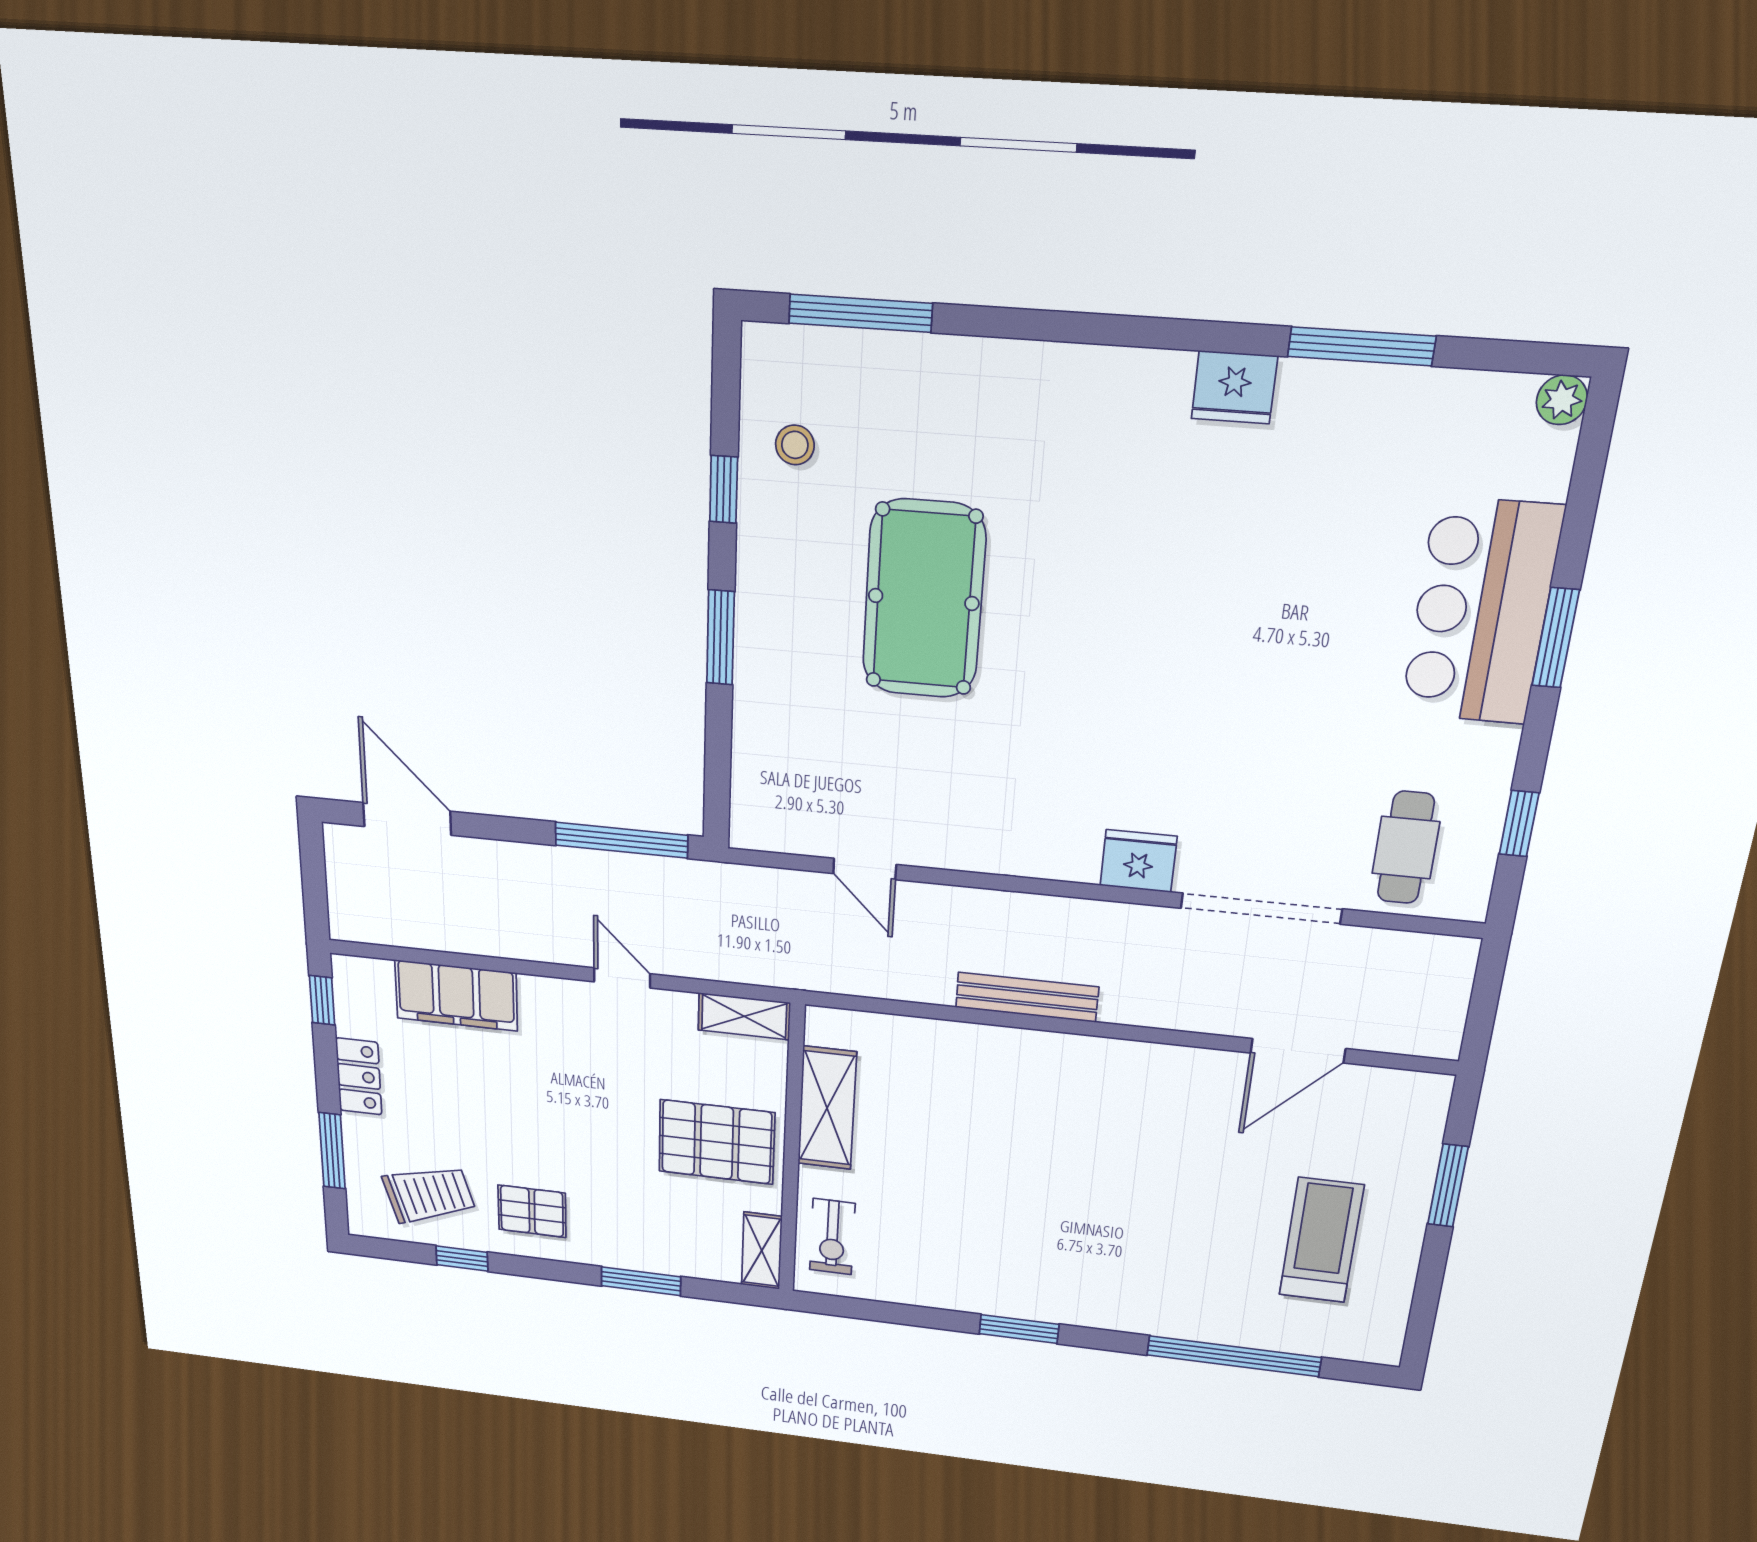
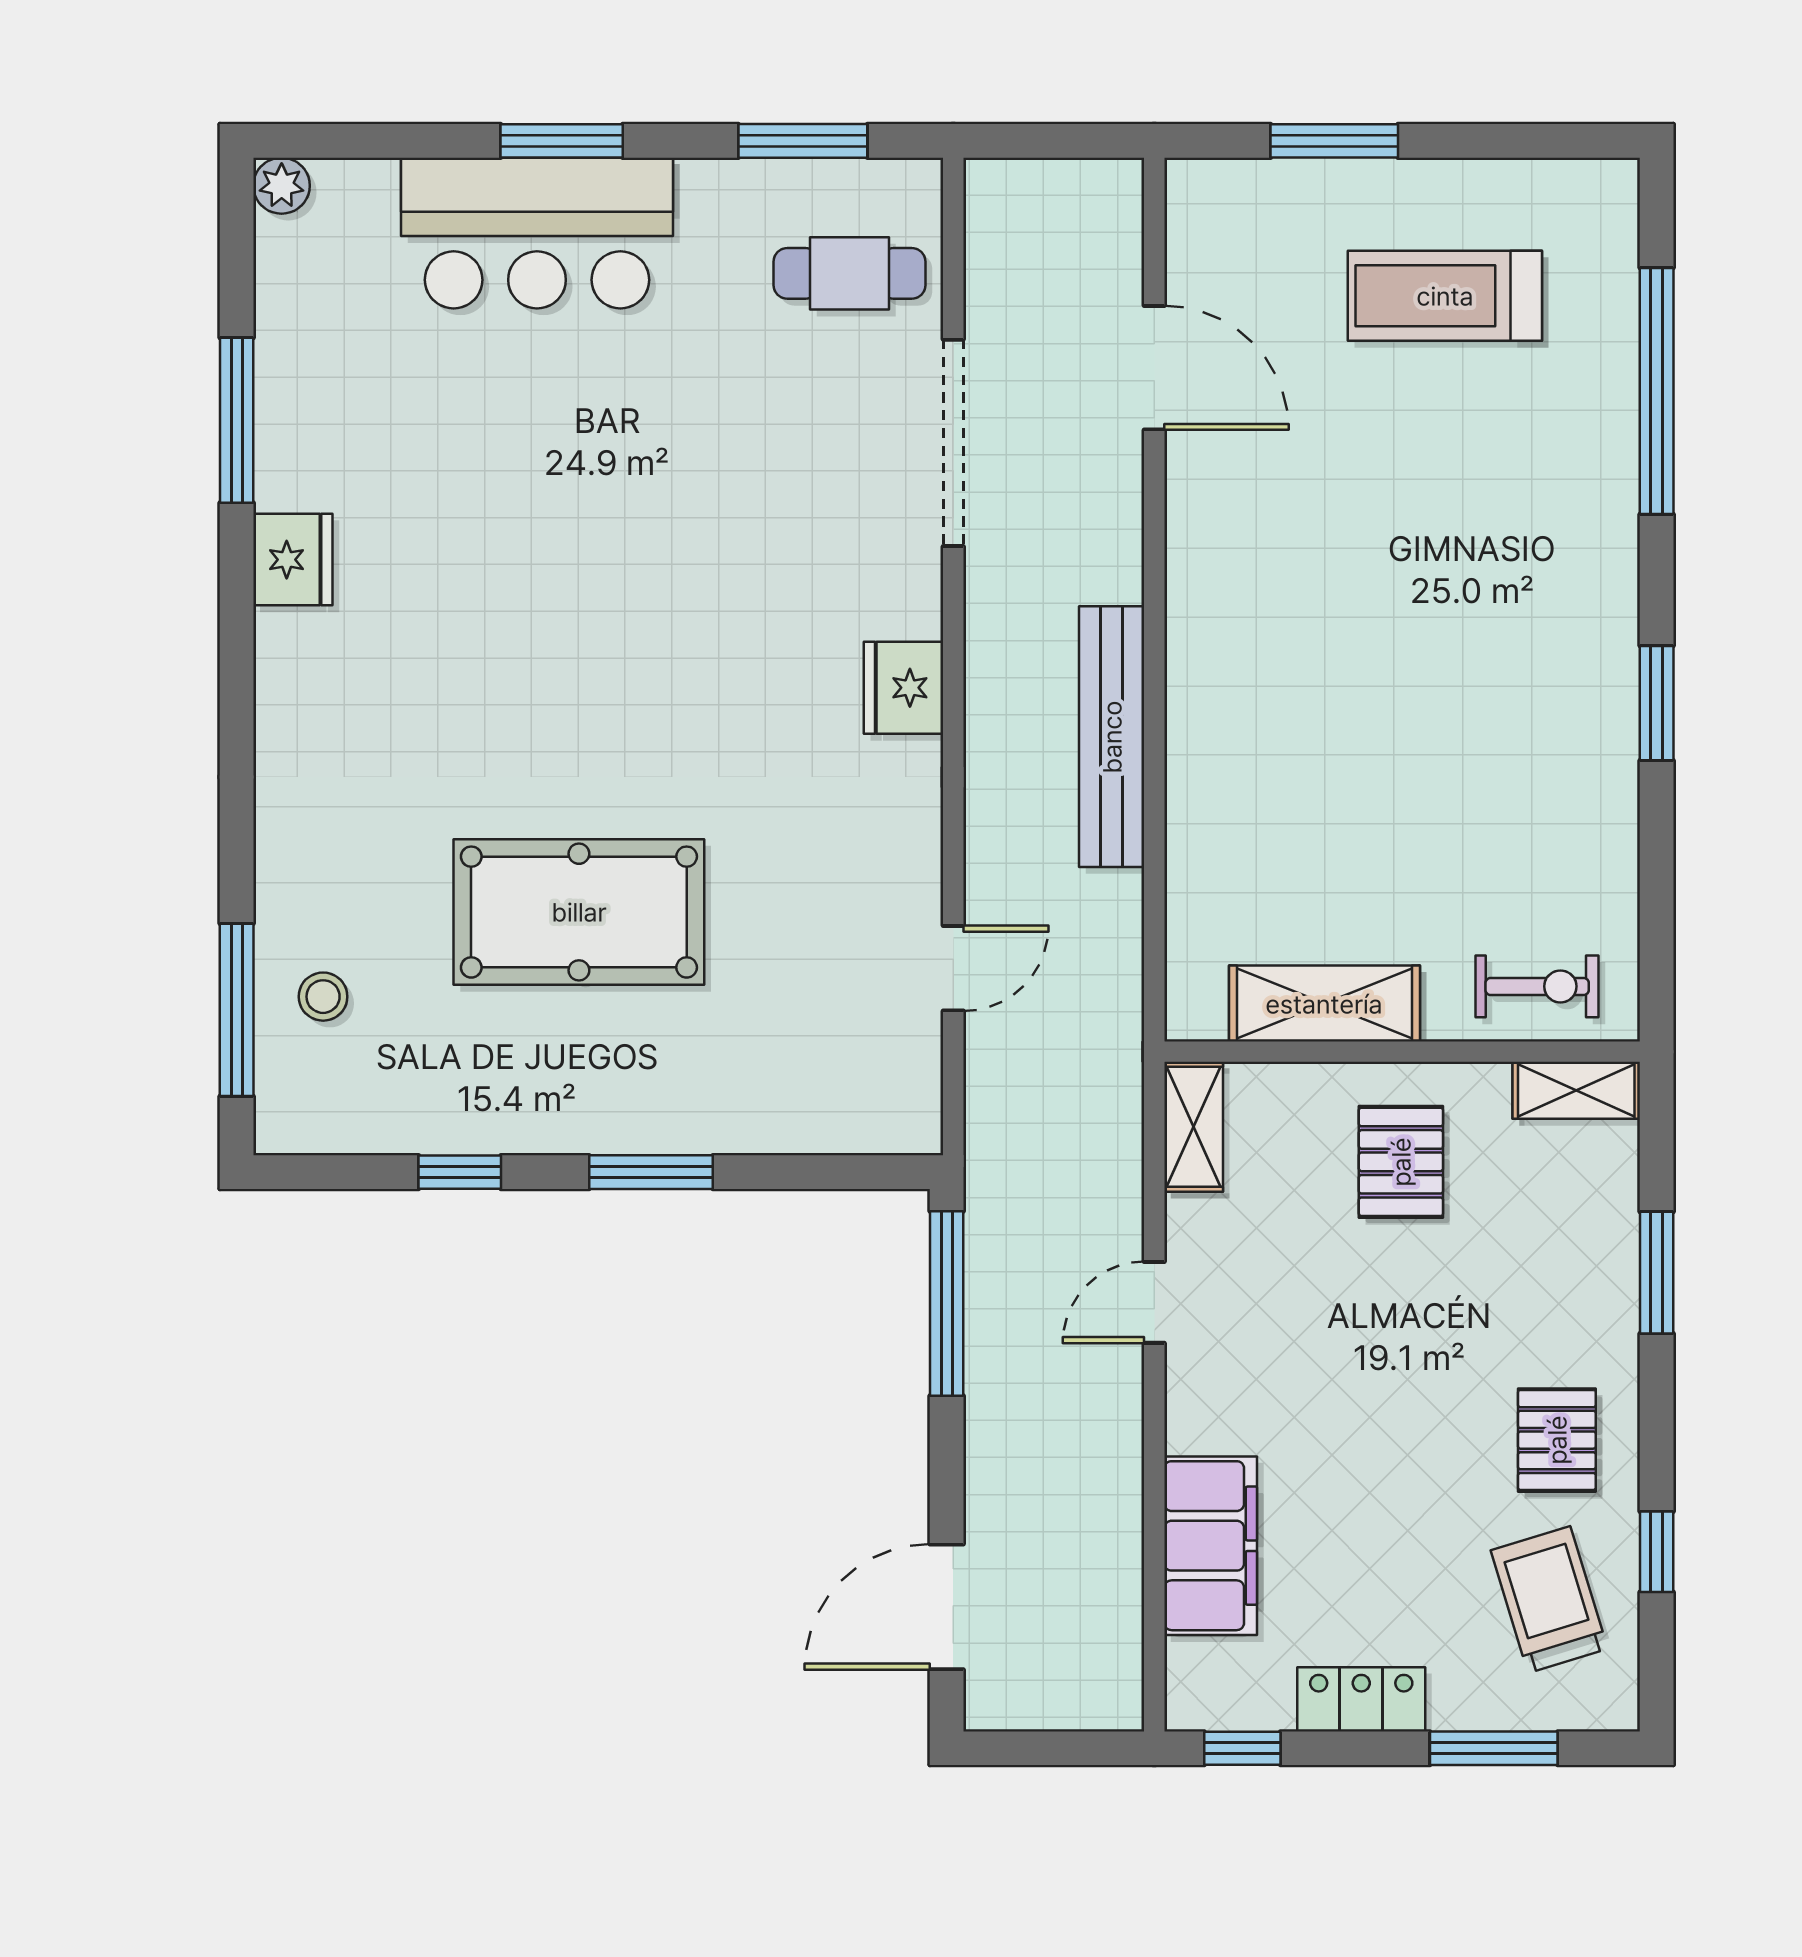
stool: (795, 445) -> (323, 997), moved
window: (1519, 824) -> (803, 141), width x1.50
fridge: (1138, 861) -> (904, 688), moved
bench: (1027, 997) -> (1112, 737), width x1.37, depth x1.21
pallet: (717, 1142) -> (1401, 1162), width x0.67, depth x0.71

